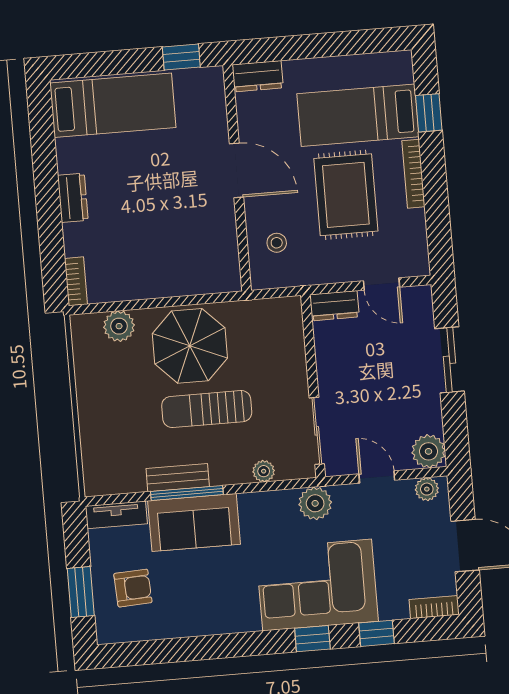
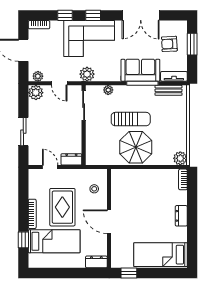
plant: (119, 326) -> (180, 158), moved
bench: (178, 478) -> (168, 90), moved
double door: (204, 648) -> (141, 15), added

